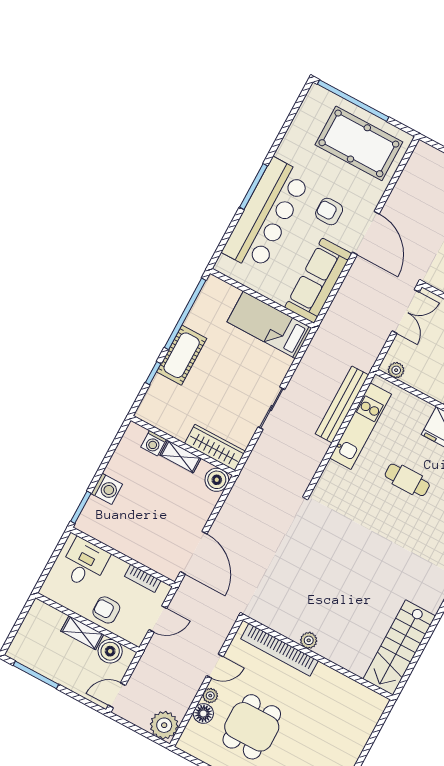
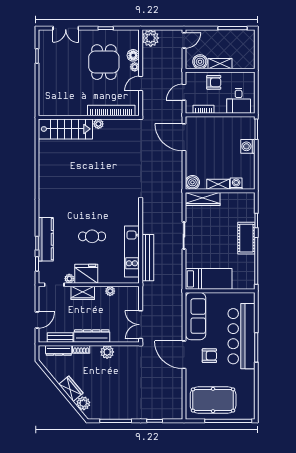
plant: (396, 370) -> (110, 291), moved
stairs: (399, 648) -> (65, 129), moved, turned 90

